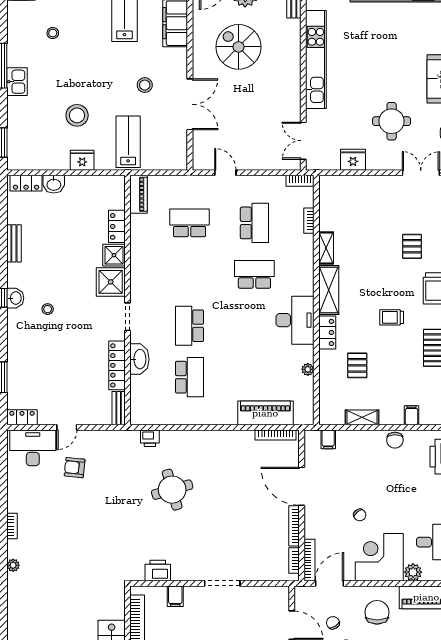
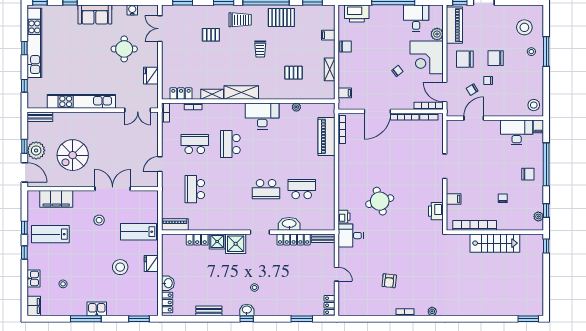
locker: (327, 332) -> (181, 94), moved
desk: (33, 448) -> (351, 236), moved, width x0.73
armchair: (75, 468) -> (389, 281), moved

